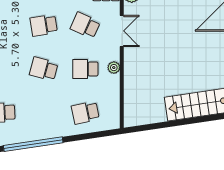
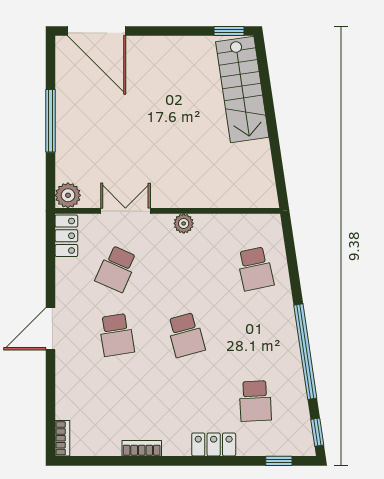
school desk: (44, 69) -> (186, 335), turned -30
school desk: (85, 69) -> (186, 269), removed

